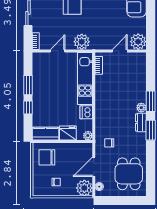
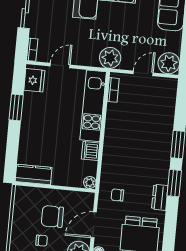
plant: (82, 42) -> (110, 58), moved
window: (28, 107) -> (13, 137), removed
plant: (141, 108) -> (165, 152), removed
dresser: (141, 123) -> (160, 197), moved
fridge: (68, 133) -> (34, 80), moved, turned 90
chair: (47, 157) -> (52, 216), moved

